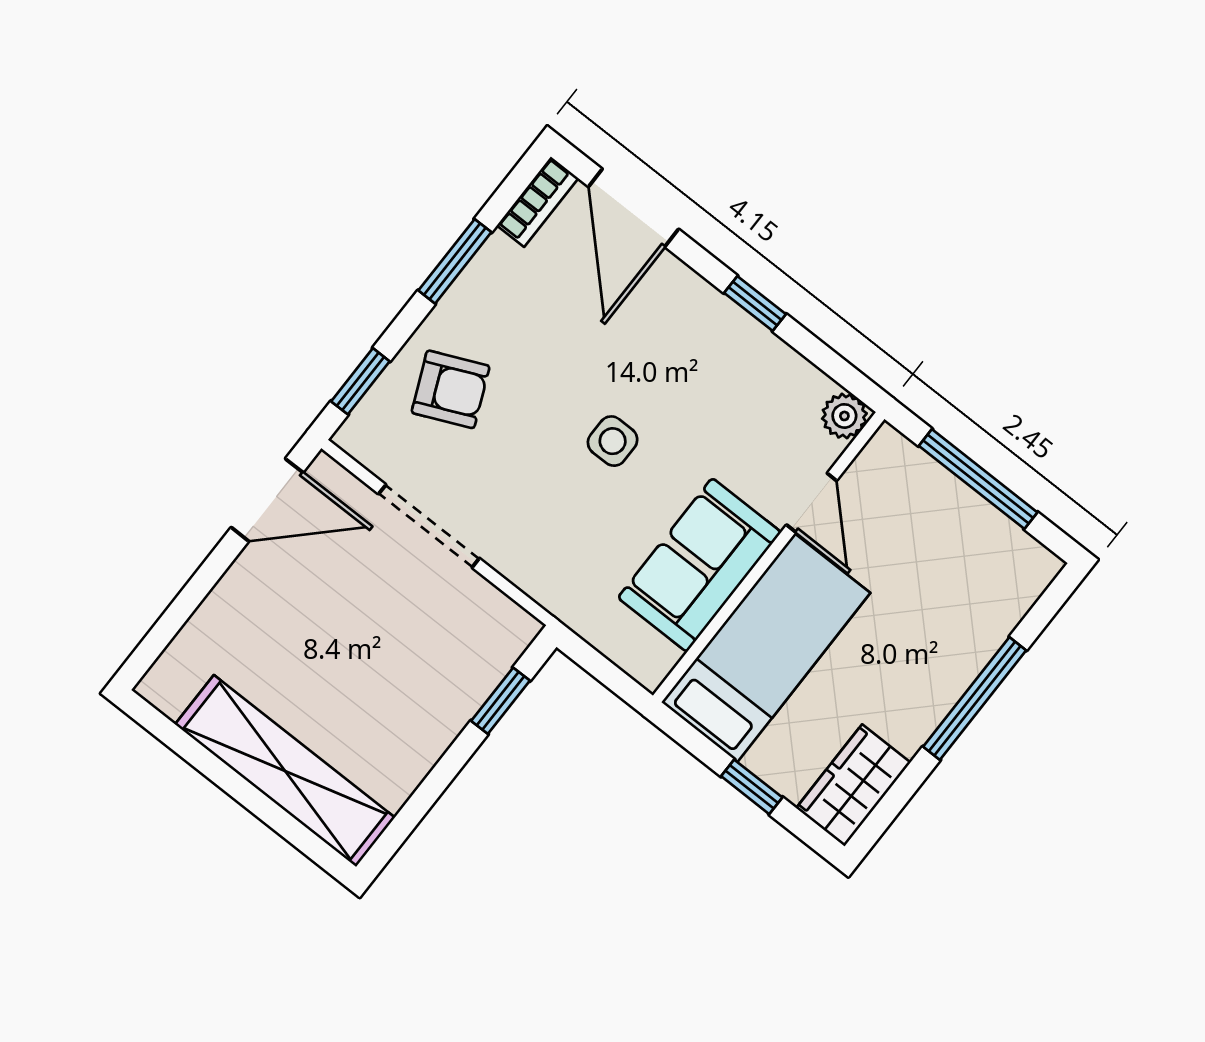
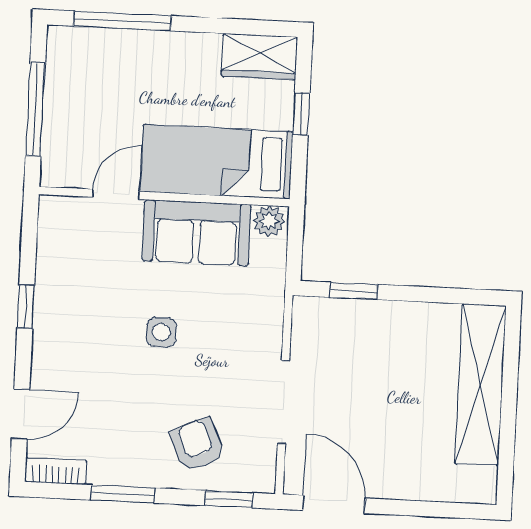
door: (633, 208) -> (20, 414), width x0.73
plant: (844, 416) -> (269, 221), moved
window: (975, 699) -> (122, 21), moved

